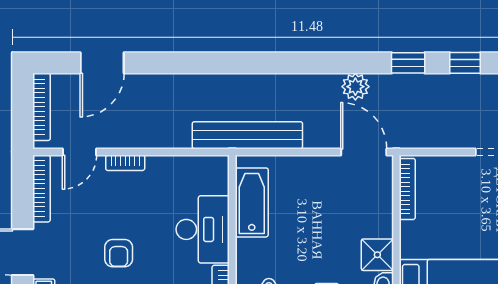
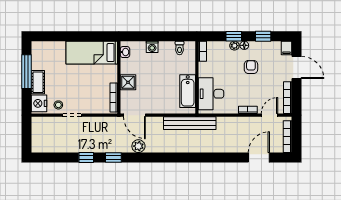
desk: (203, 229) -> (211, 94), moved
shower: (377, 255) -> (128, 82), moved

